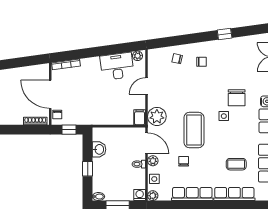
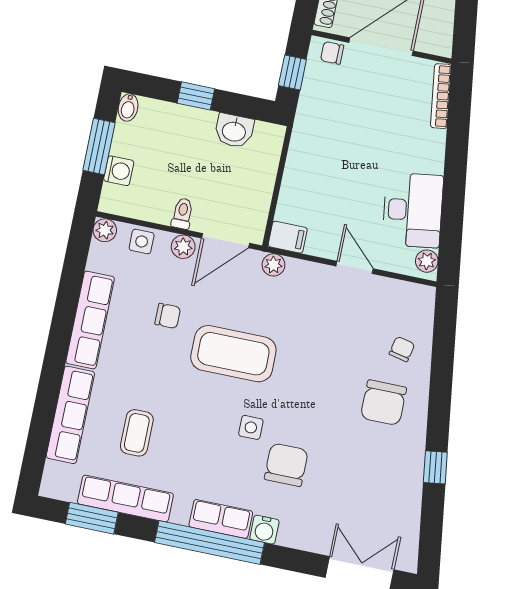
chair: (202, 62) -> (383, 403), width x1.87, depth x1.87
chair: (237, 98) -> (286, 465), turned 90
plant: (157, 116) -> (273, 265), width x0.53, depth x0.53
washing machine: (140, 195) -> (119, 171), moved

